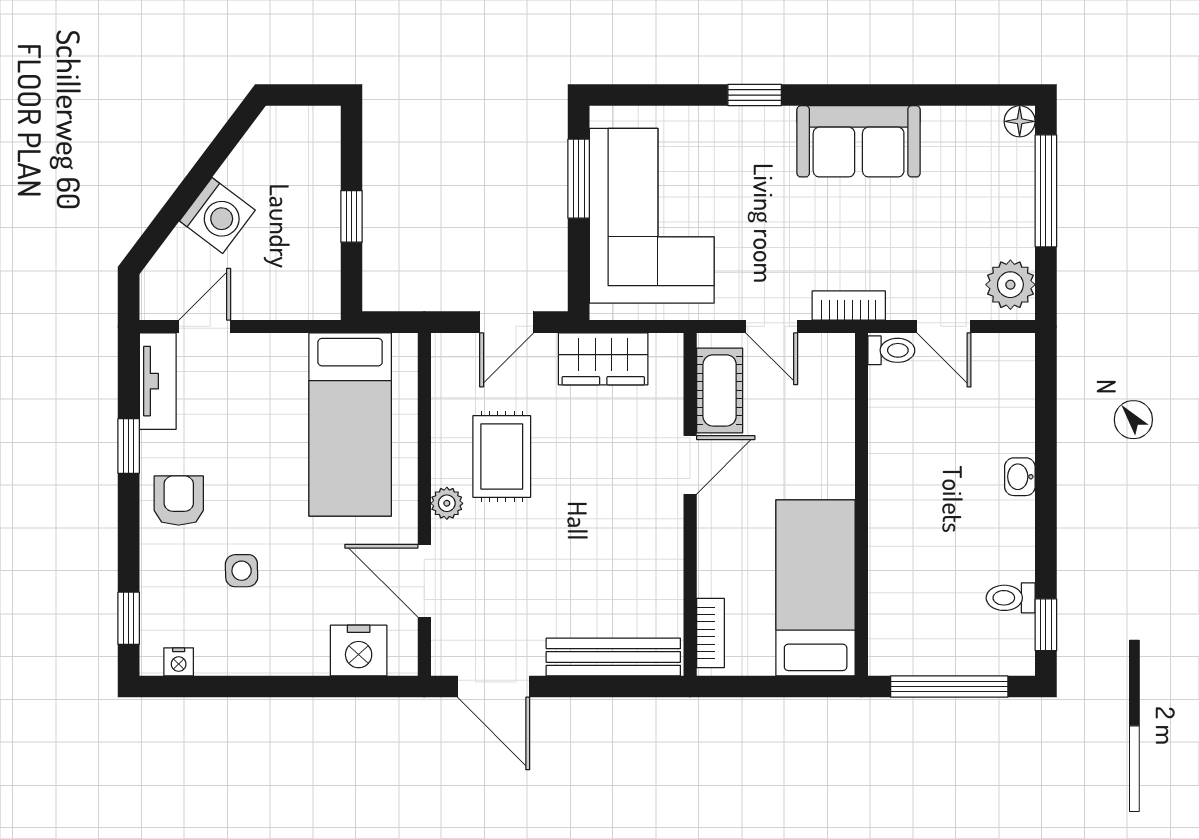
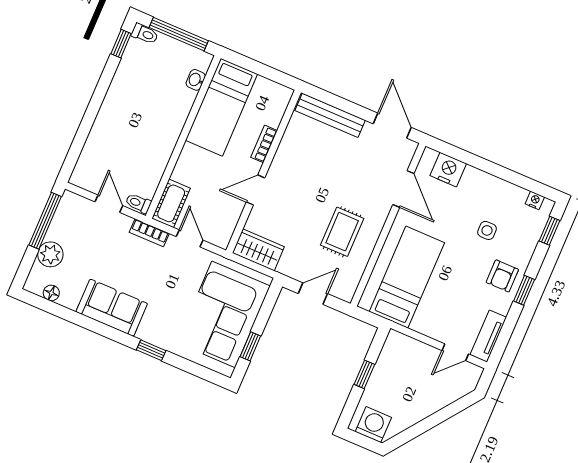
floor lamp: (1020, 121) -> (51, 293), moved
window: (579, 179) -> (250, 346), width x0.67
window: (1046, 191) -> (45, 221), moved
washing machine: (217, 215) -> (373, 425), moved, turned 53
plant: (1010, 285) -> (50, 254), moved
wardrobe: (603, 359) -> (258, 250), moved
cot: (720, 390) -> (171, 203), moved
window: (129, 446) -> (524, 290), moved
washbasin: (1020, 477) -> (196, 80), moved, turned 180
plant: (447, 503) -> (377, 221), removed
toilet: (1011, 598) -> (145, 34), moved
bookcase: (710, 633) -> (264, 144), moved

